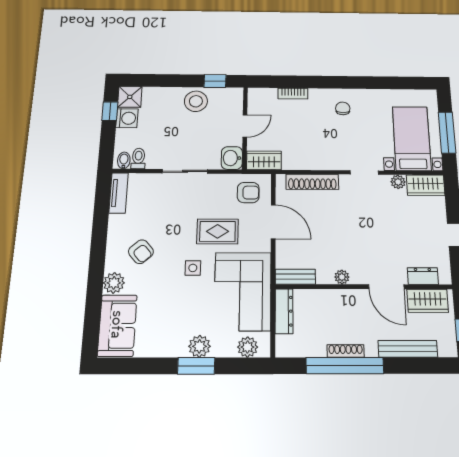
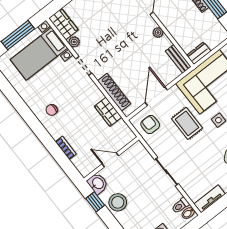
washbasin: (232, 158) -> (98, 183), moved, turned -90
wardrobe: (264, 160) -> (108, 112), moved
dresser: (284, 311) -> (199, 53), width x0.70

